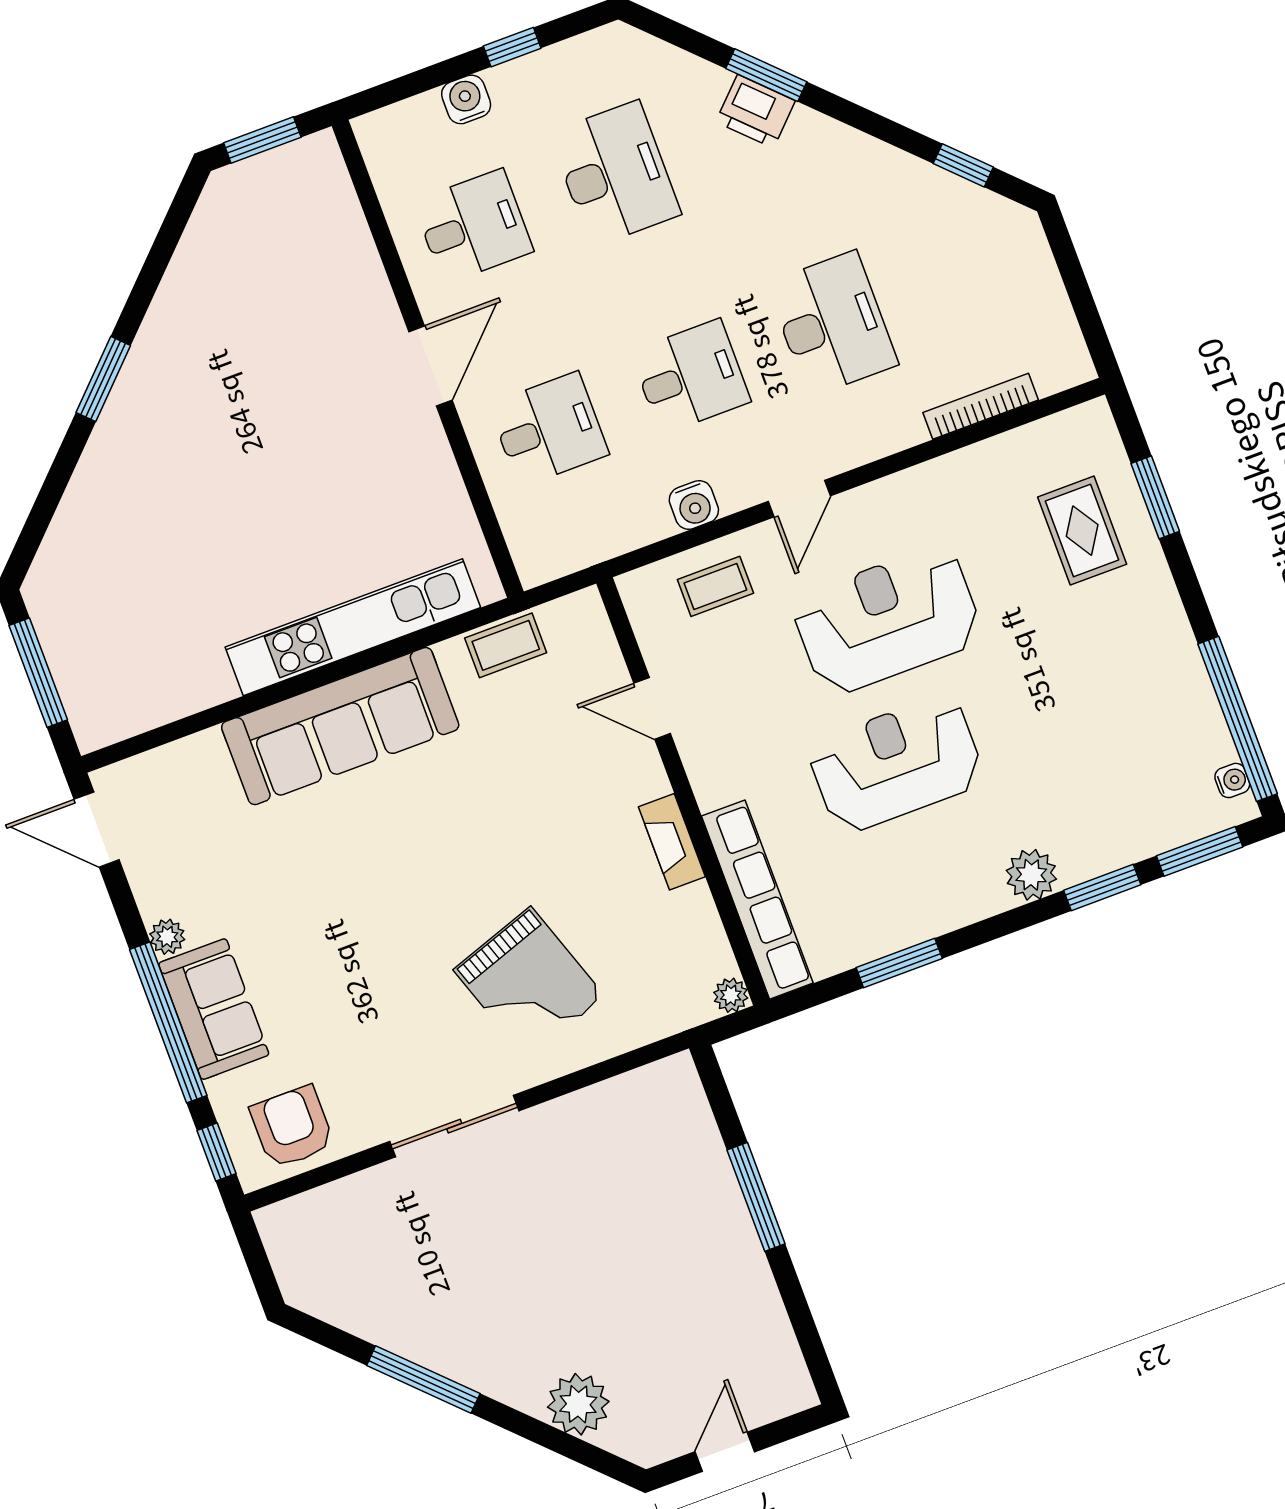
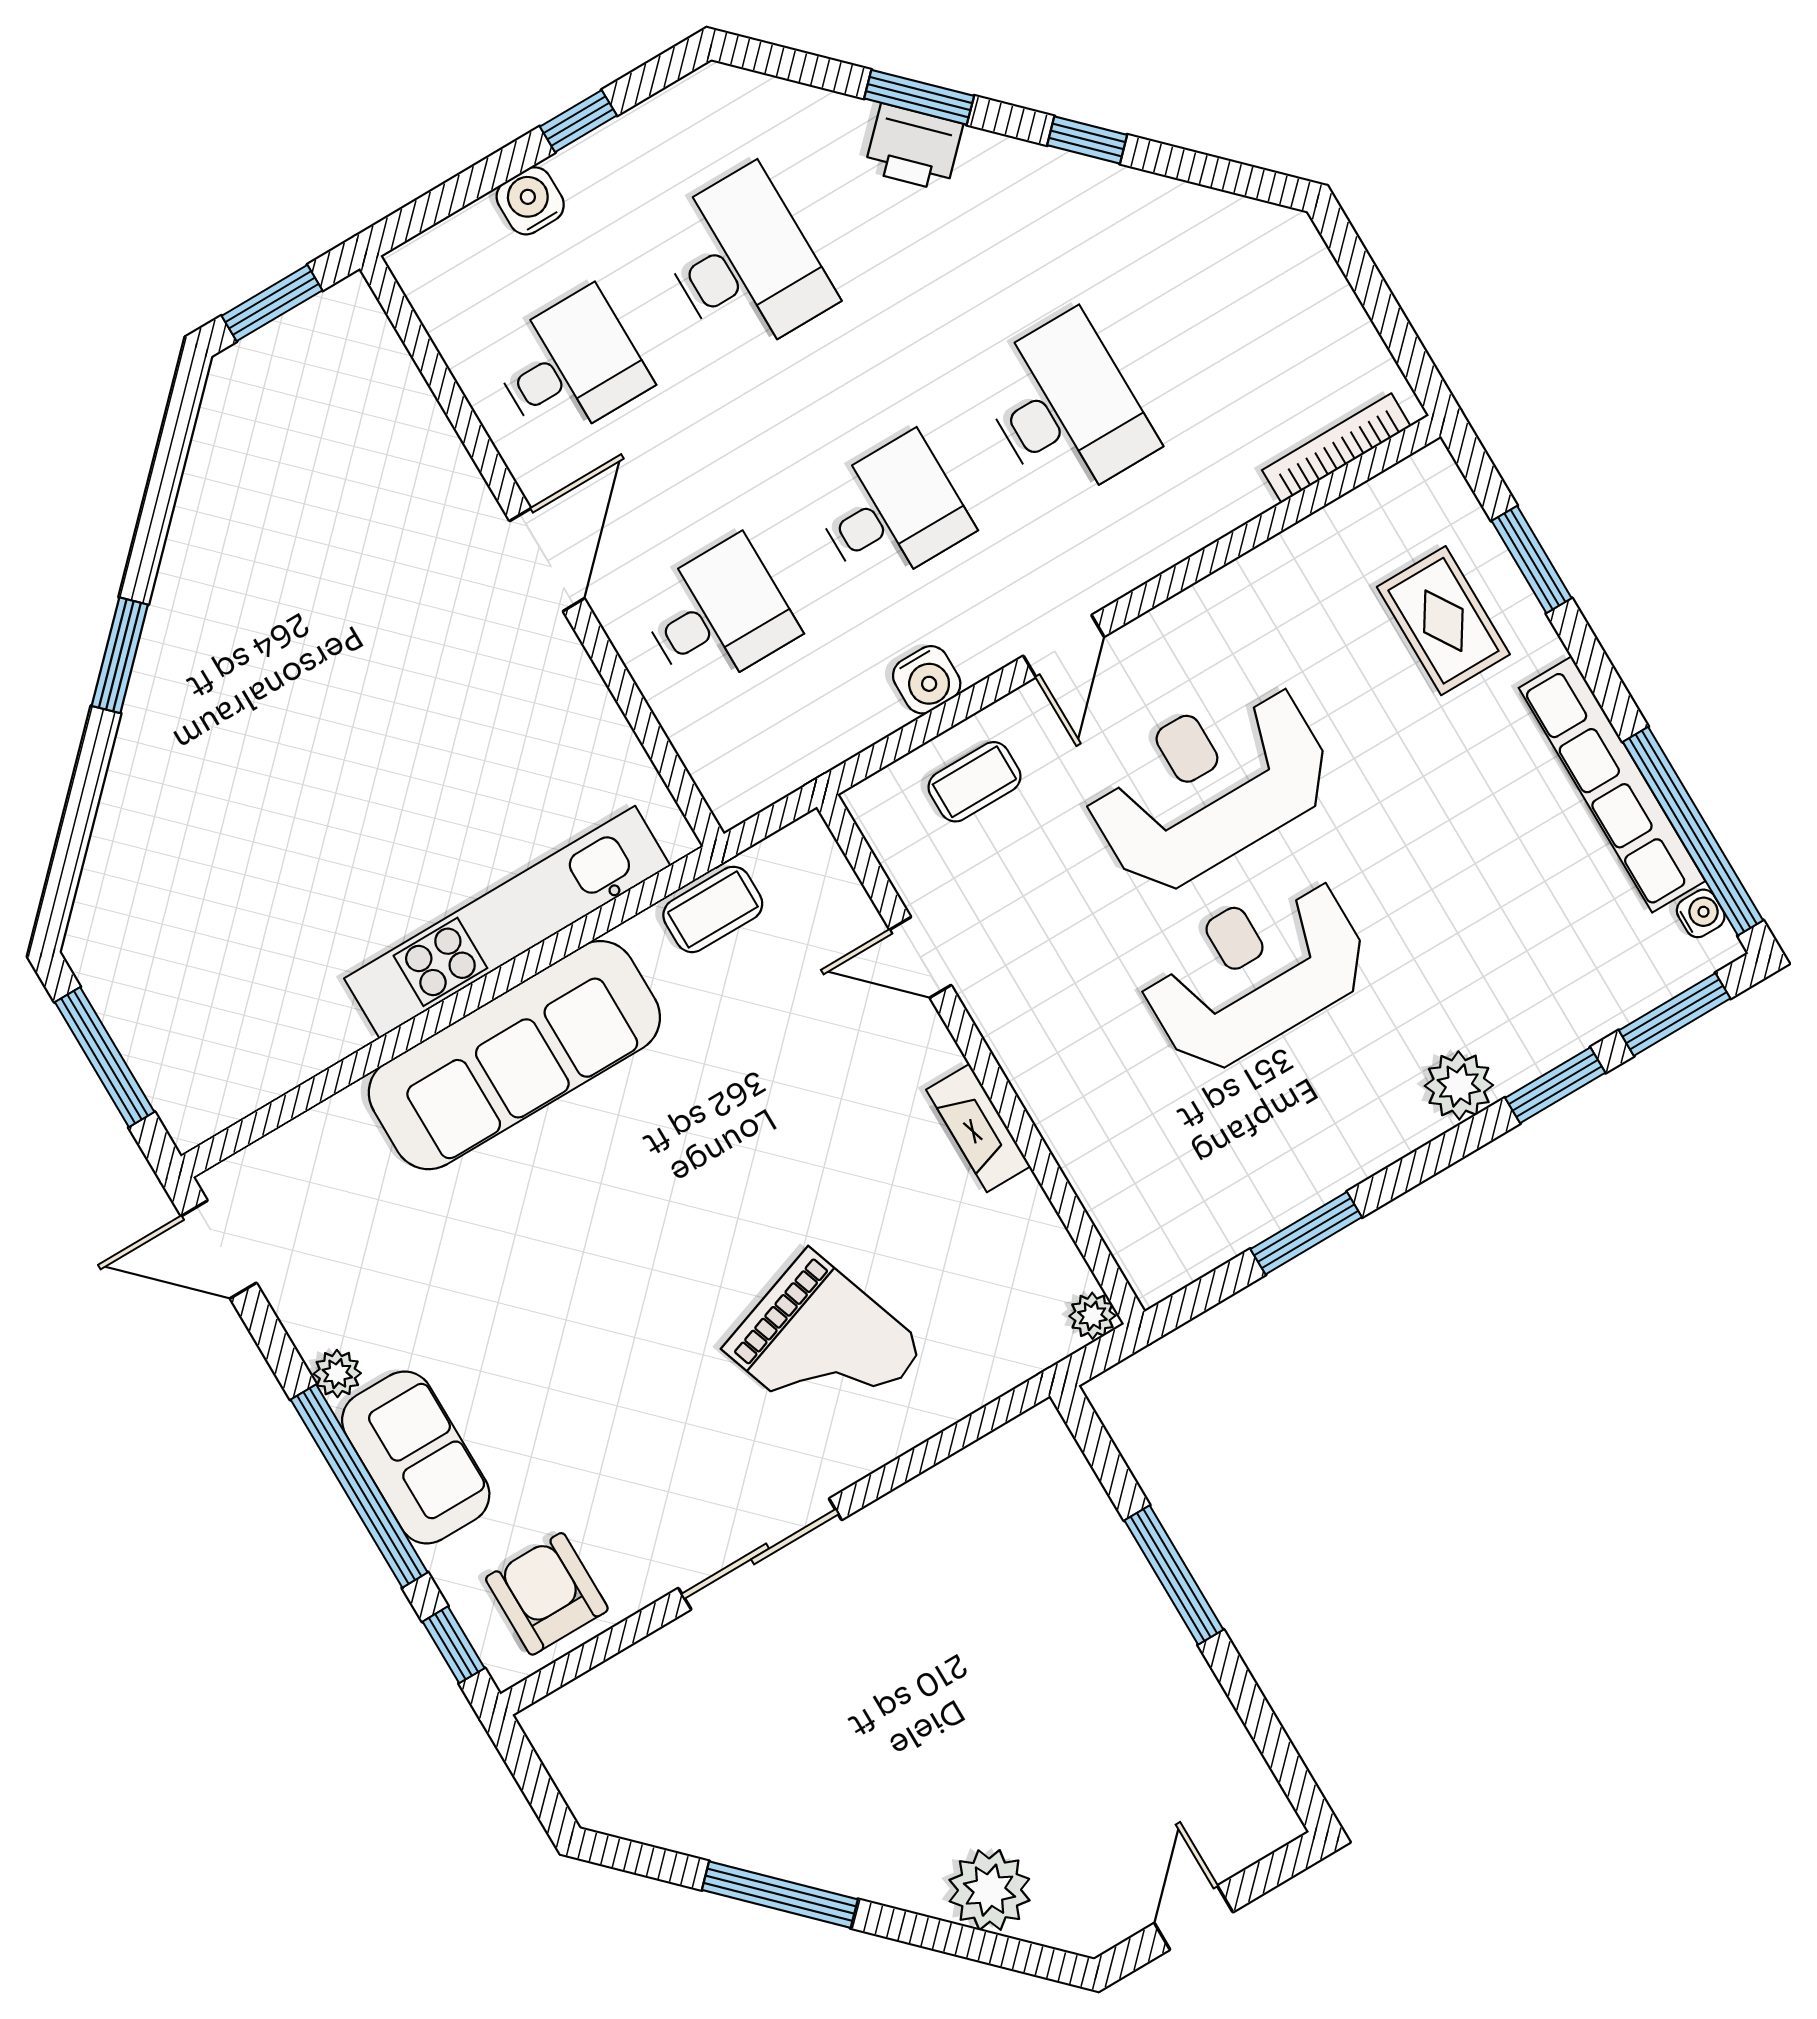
window: (963, 165) -> (1087, 140), moved
bookcase: (981, 406) -> (1336, 448), moved
row of seats: (757, 900) -> (1612, 784), moved, turned 180

